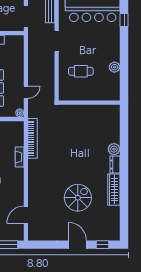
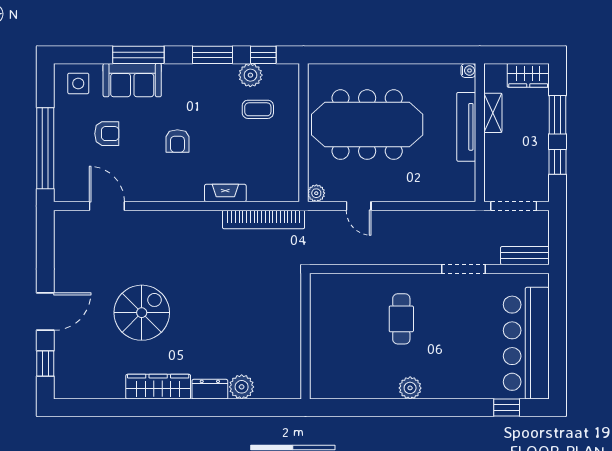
wall: (89, 103) -> (306, 336), moved
spiral stairs: (78, 198) -> (142, 313), turned -90

